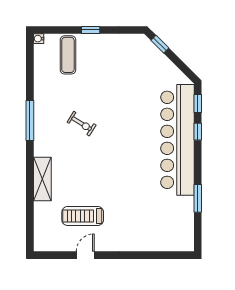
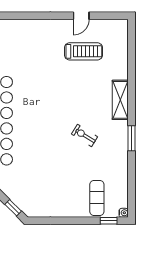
window: (91, 30) -> (109, 221), moved
window: (30, 120) -> (131, 138), width x0.69
shelving: (42, 179) -> (120, 100), moved

